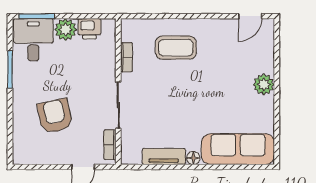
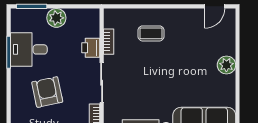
printer: (89, 29) -> (91, 48), moved, turned 90
desk: (33, 40) -> (29, 49), moved, turned -90
coffee table: (176, 48) -> (151, 33), width x0.73, depth x0.77

